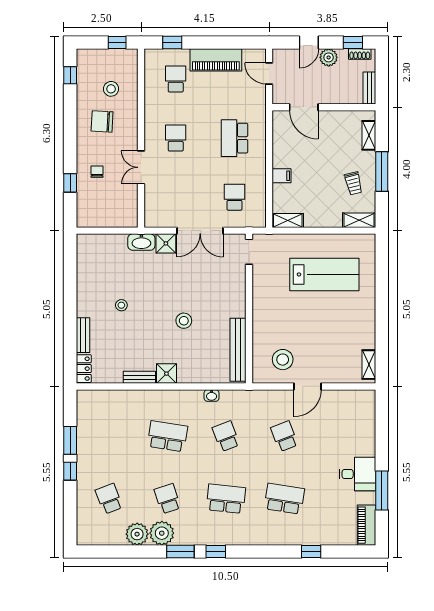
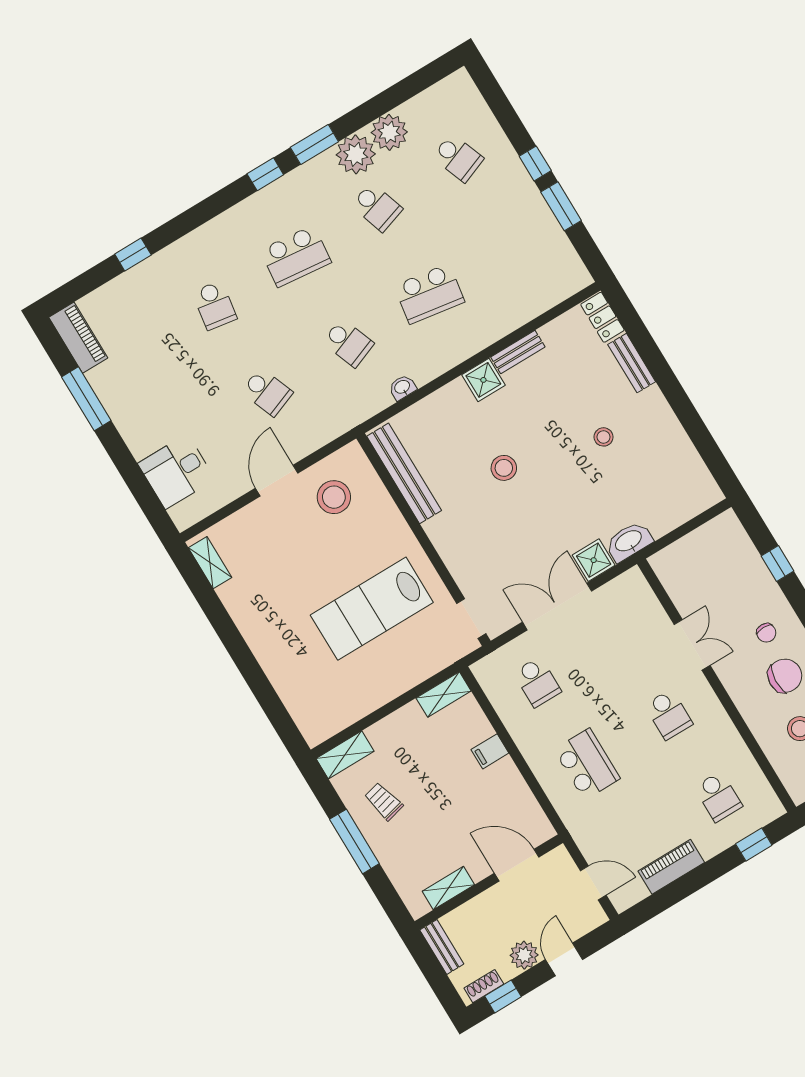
piano: (216, 60) -> (671, 867), width x0.73, depth x0.75
shelving: (369, 135) -> (448, 888), moved, turned 90
chair: (97, 172) -> (766, 633), moved
lab bench: (324, 274) -> (372, 609), moved
desk: (357, 474) -> (176, 471), moved
school desk: (284, 499) -> (215, 305), width x0.54

